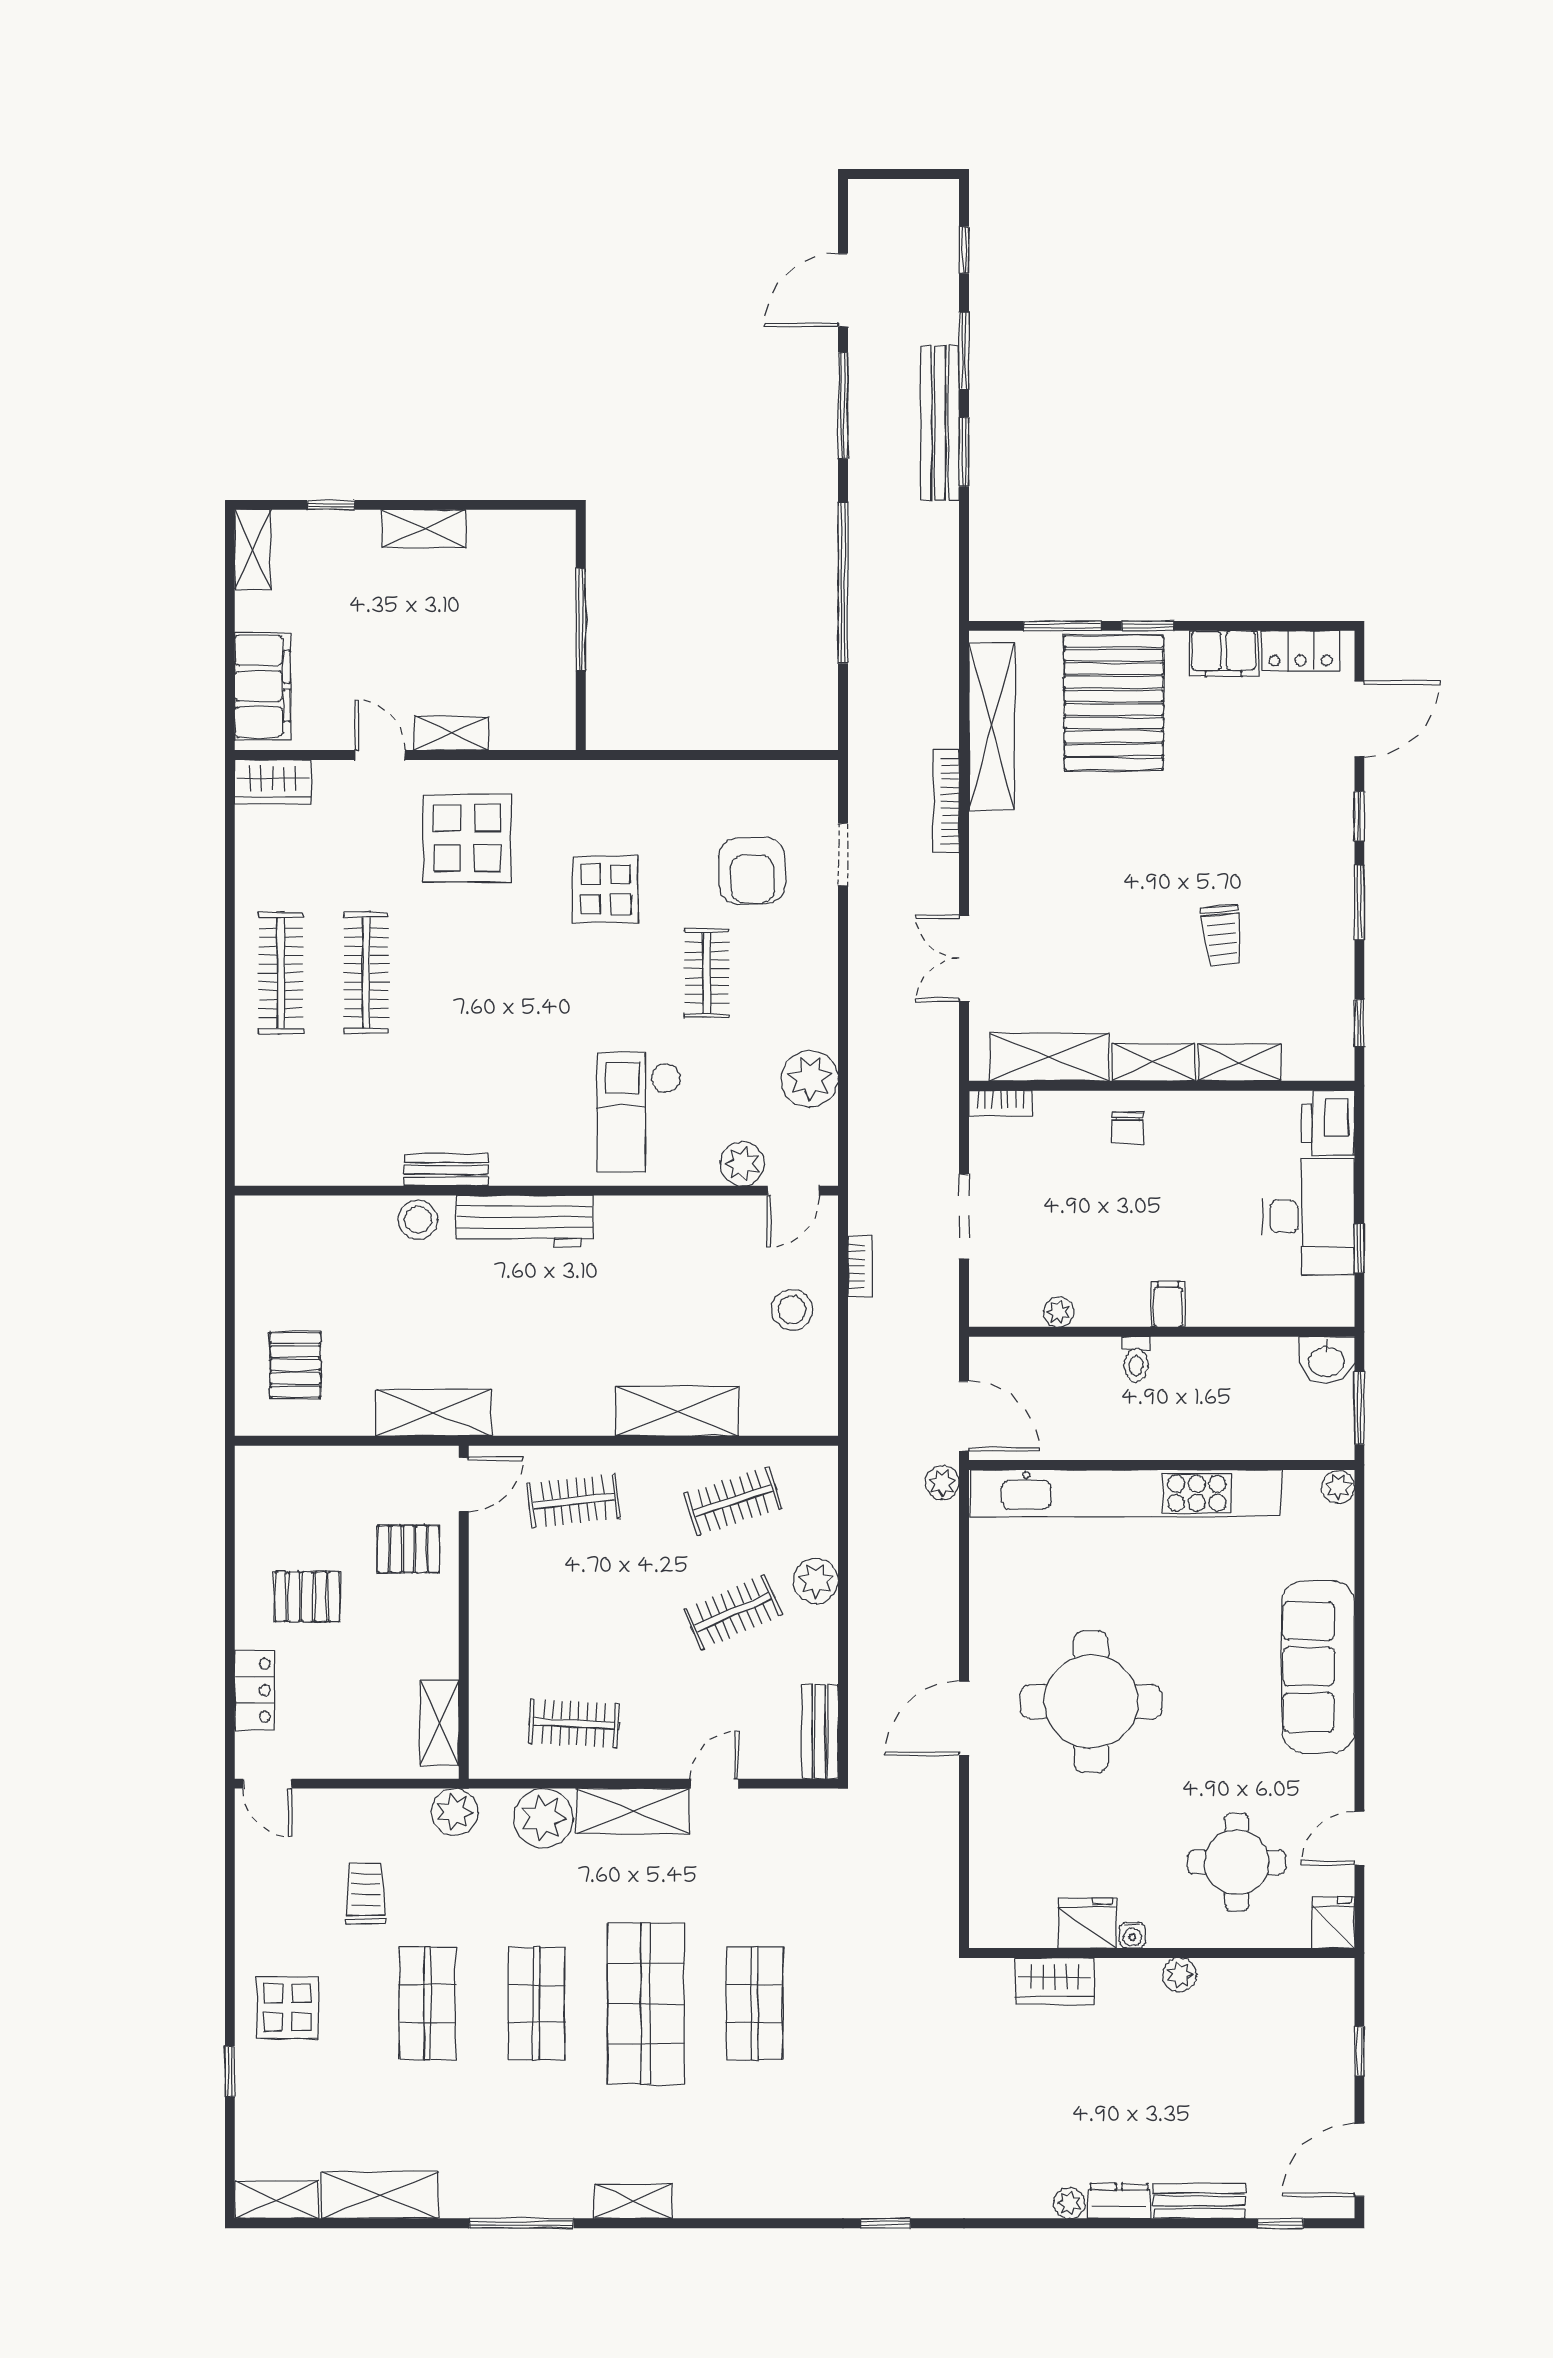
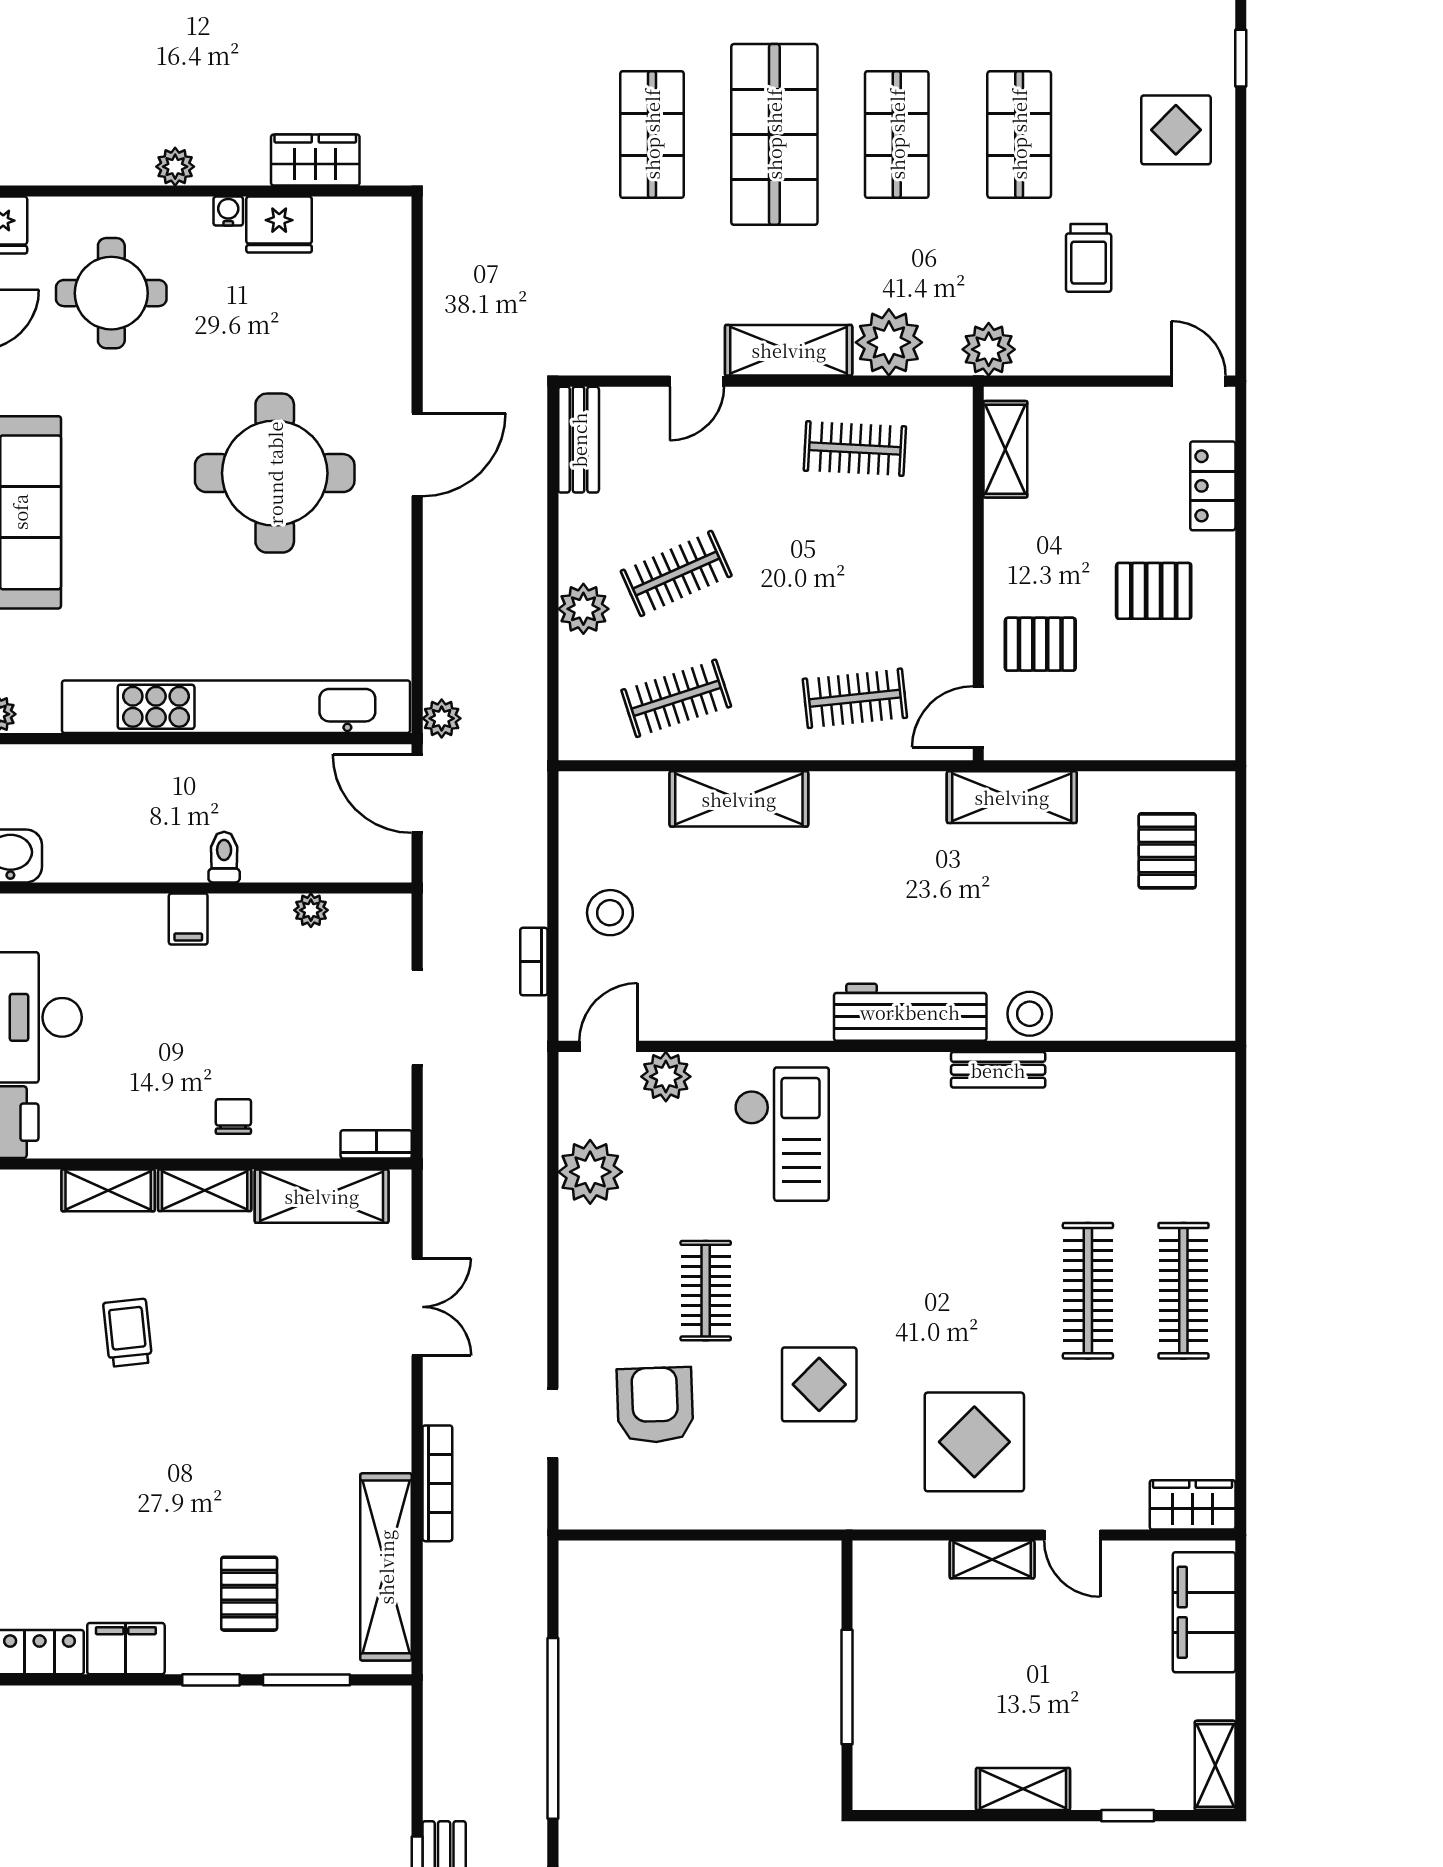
pallet: (1114, 703) -> (249, 1594), width x0.49, depth x0.50

